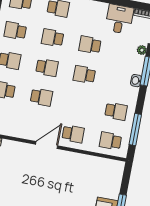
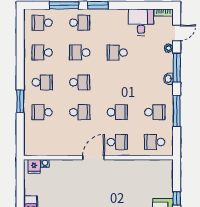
school desk: (84, 75) -> (117, 112), moved, turned 180
window: (135, 130) -> (177, 111), moved

